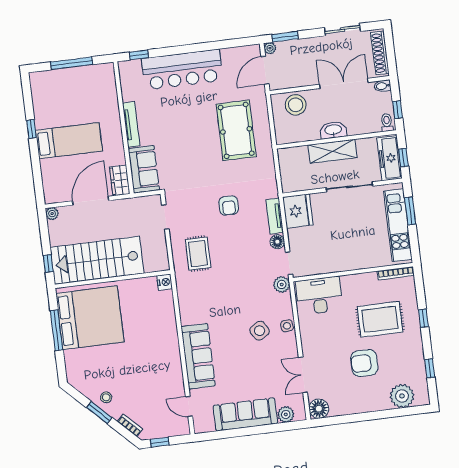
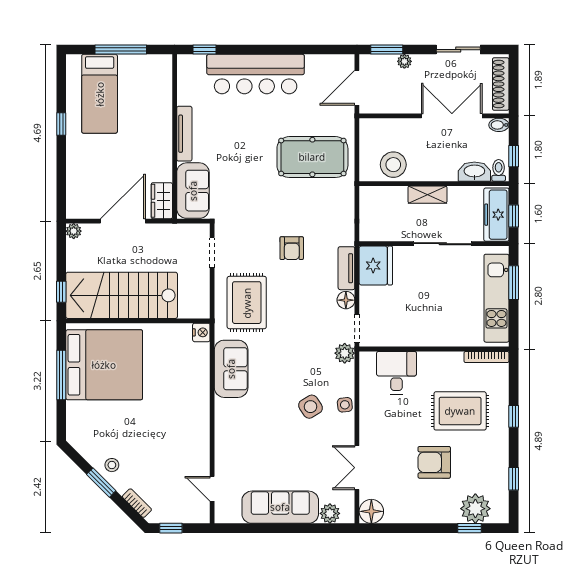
plant: (270, 48) -> (404, 61), moved
stool: (296, 105) -> (393, 165), moved
pool table: (236, 130) -> (312, 157), turned 90
washbasin: (333, 130) -> (474, 172), moved
bed: (69, 141) -> (100, 94), moved, turned 90
shelving: (332, 151) -> (427, 195), width x0.67, depth x0.75
rug: (198, 254) -> (247, 303), width x1.36, depth x1.43
desk: (319, 296) -> (397, 373), width x0.73
sofa: (198, 356) -> (231, 369), moved, width x0.73
window: (399, 412) -> (469, 528), added

